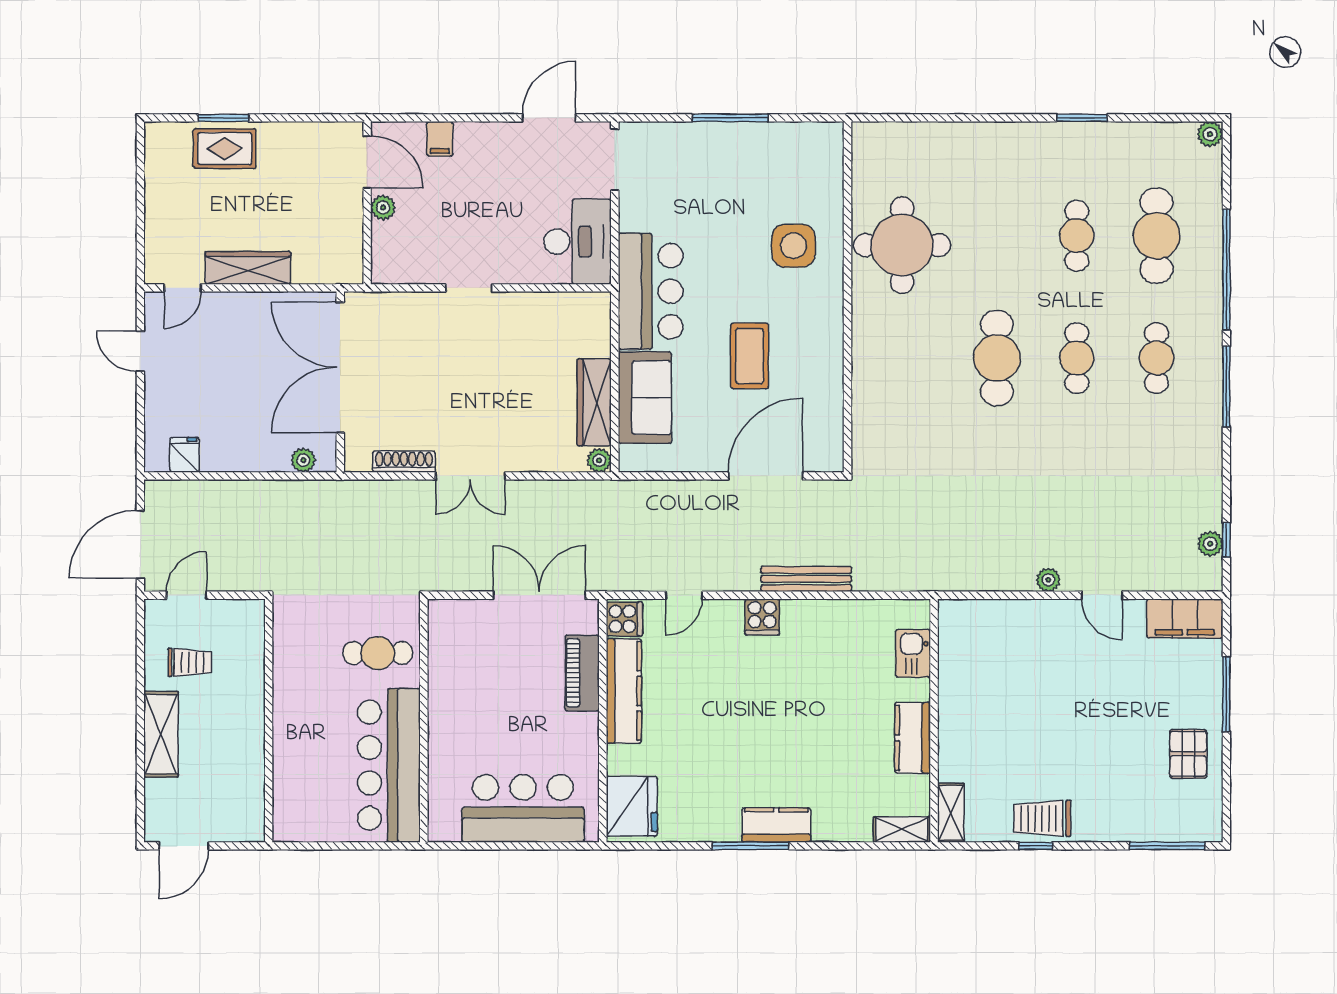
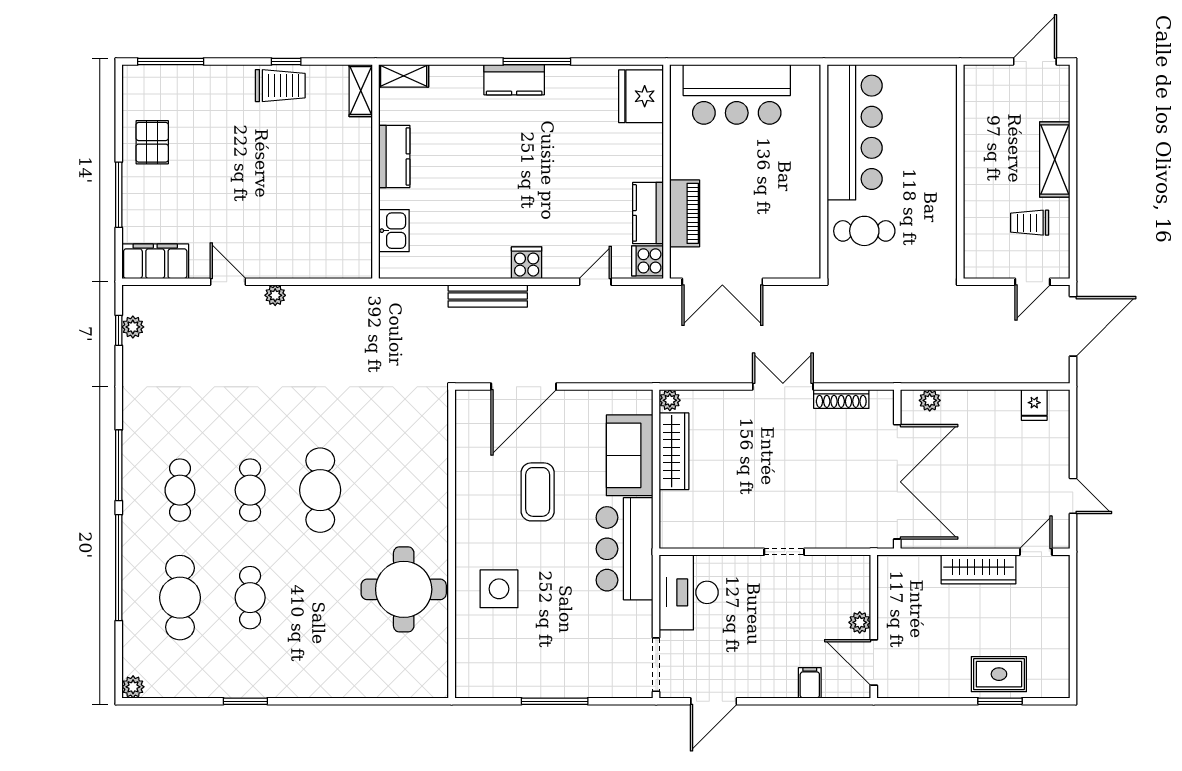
kitchen counter: (624, 691) -> (648, 213), width x0.67

